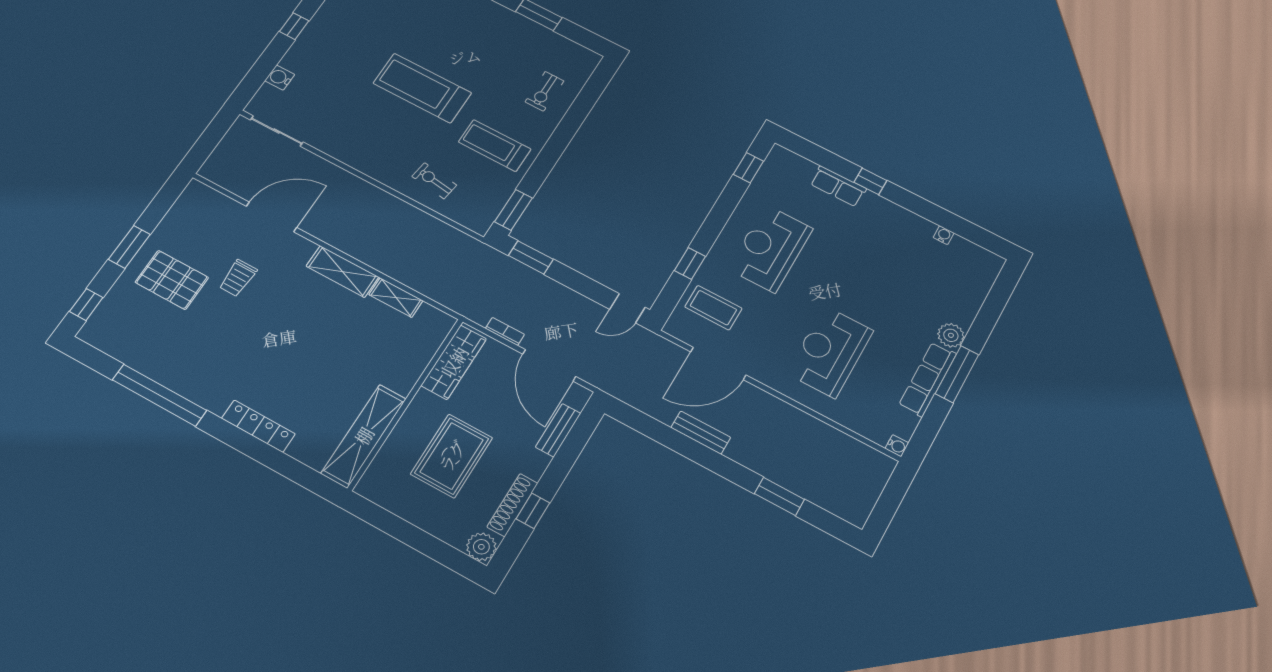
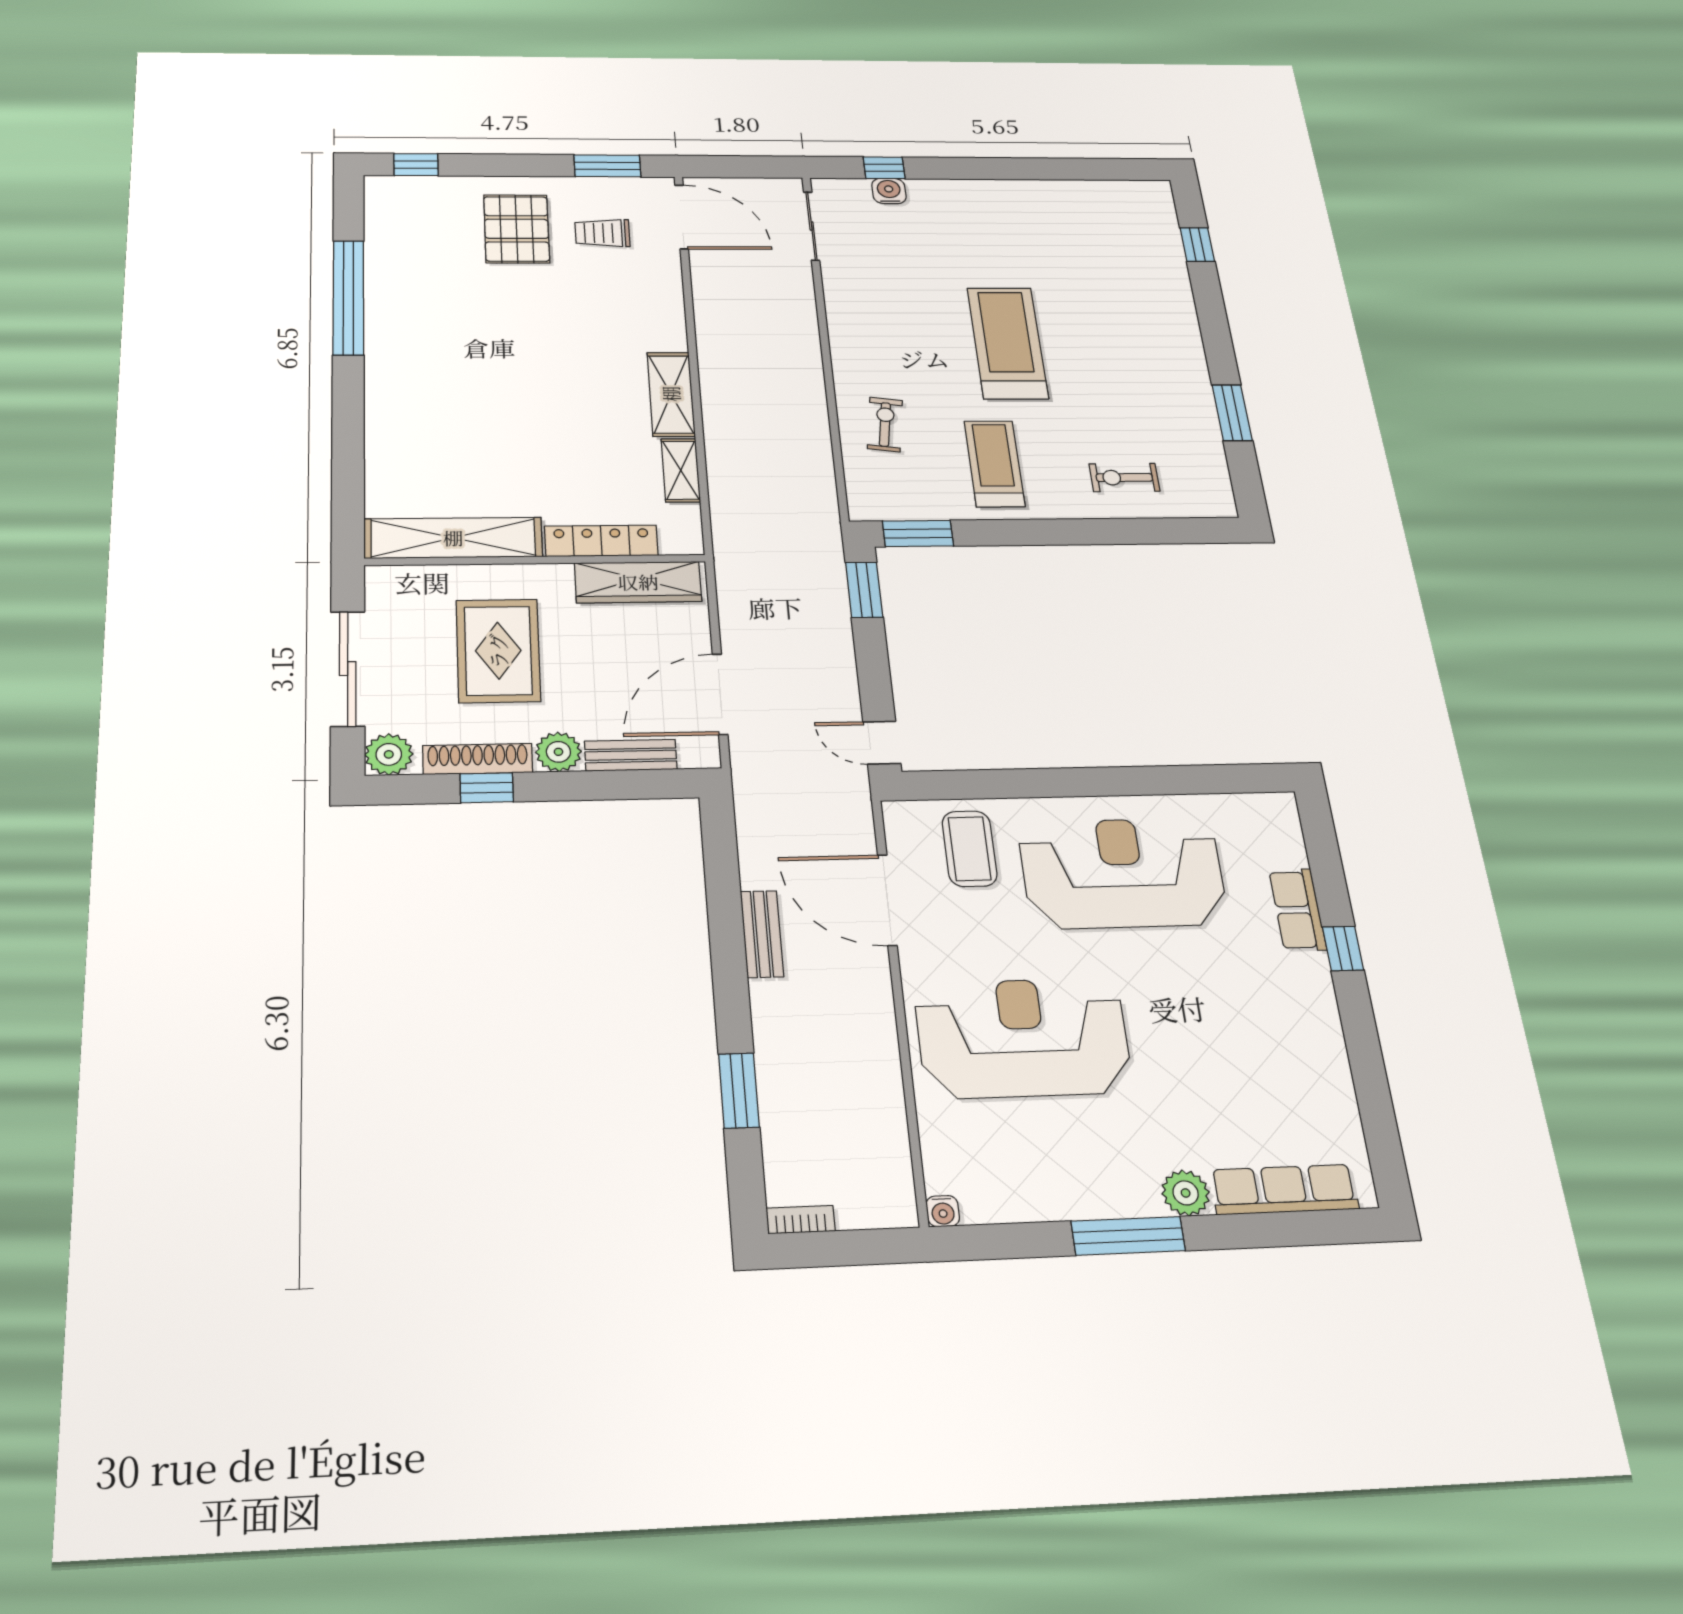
window: (294, 26) -> (884, 168), moved
window: (748, 168) -> (1226, 779), removed
door: (272, 217) -> (682, 217), moved
water cooler: (944, 235) -> (1343, 1095), removed
window: (129, 247) -> (607, 166), moved
reception desk: (770, 249) -> (1123, 873), width x1.36, depth x1.30
window: (690, 264) -> (1014, 784), removed
trolley: (238, 278) -> (602, 233), moved
bookcase: (505, 331) -> (801, 1220), moved, turned -90
reception desk: (830, 352) -> (1023, 1038), width x1.36, depth x1.30
row of seats: (928, 379) -> (1284, 1189), moved
locker: (258, 426) -> (601, 541), moved, turned -90
rug: (452, 456) -> (498, 651), turned 90
plant: (534, 463) -> (558, 752), added
sliding door: (414, 537) -> (348, 669), added

